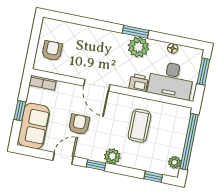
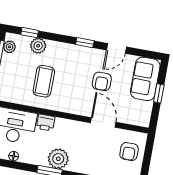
plant: (138, 47) -> (58, 159), moved
bookcase: (43, 83) -> (137, 121), removed
door: (97, 85) -> (103, 122), moved
plant: (112, 156) -> (38, 46), moved

